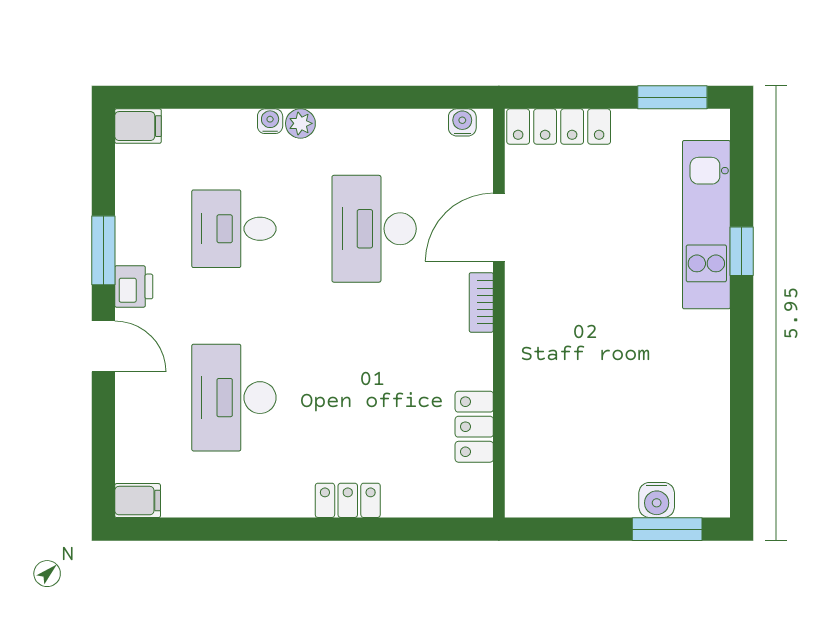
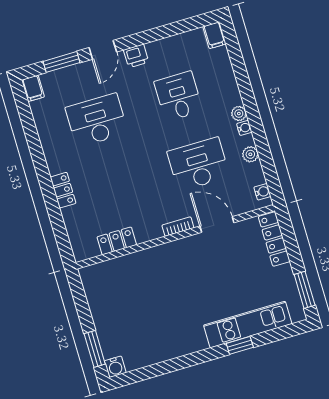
water cooler: (270, 121) -> (244, 128), moved
plant: (384, 124) -> (250, 154), added
window: (103, 250) -> (62, 62), moved
water cooler: (657, 500) -> (115, 367), moved, turned -90

